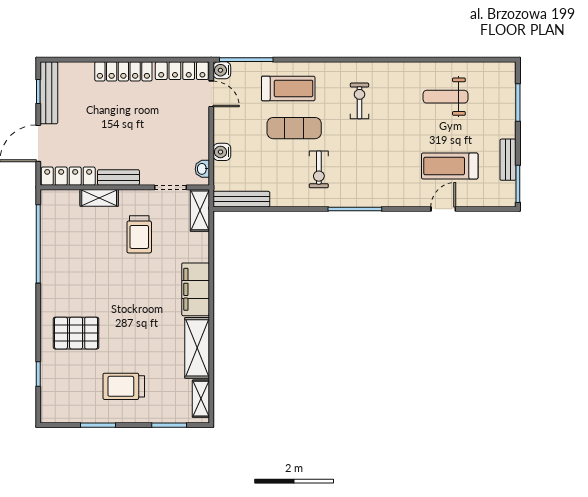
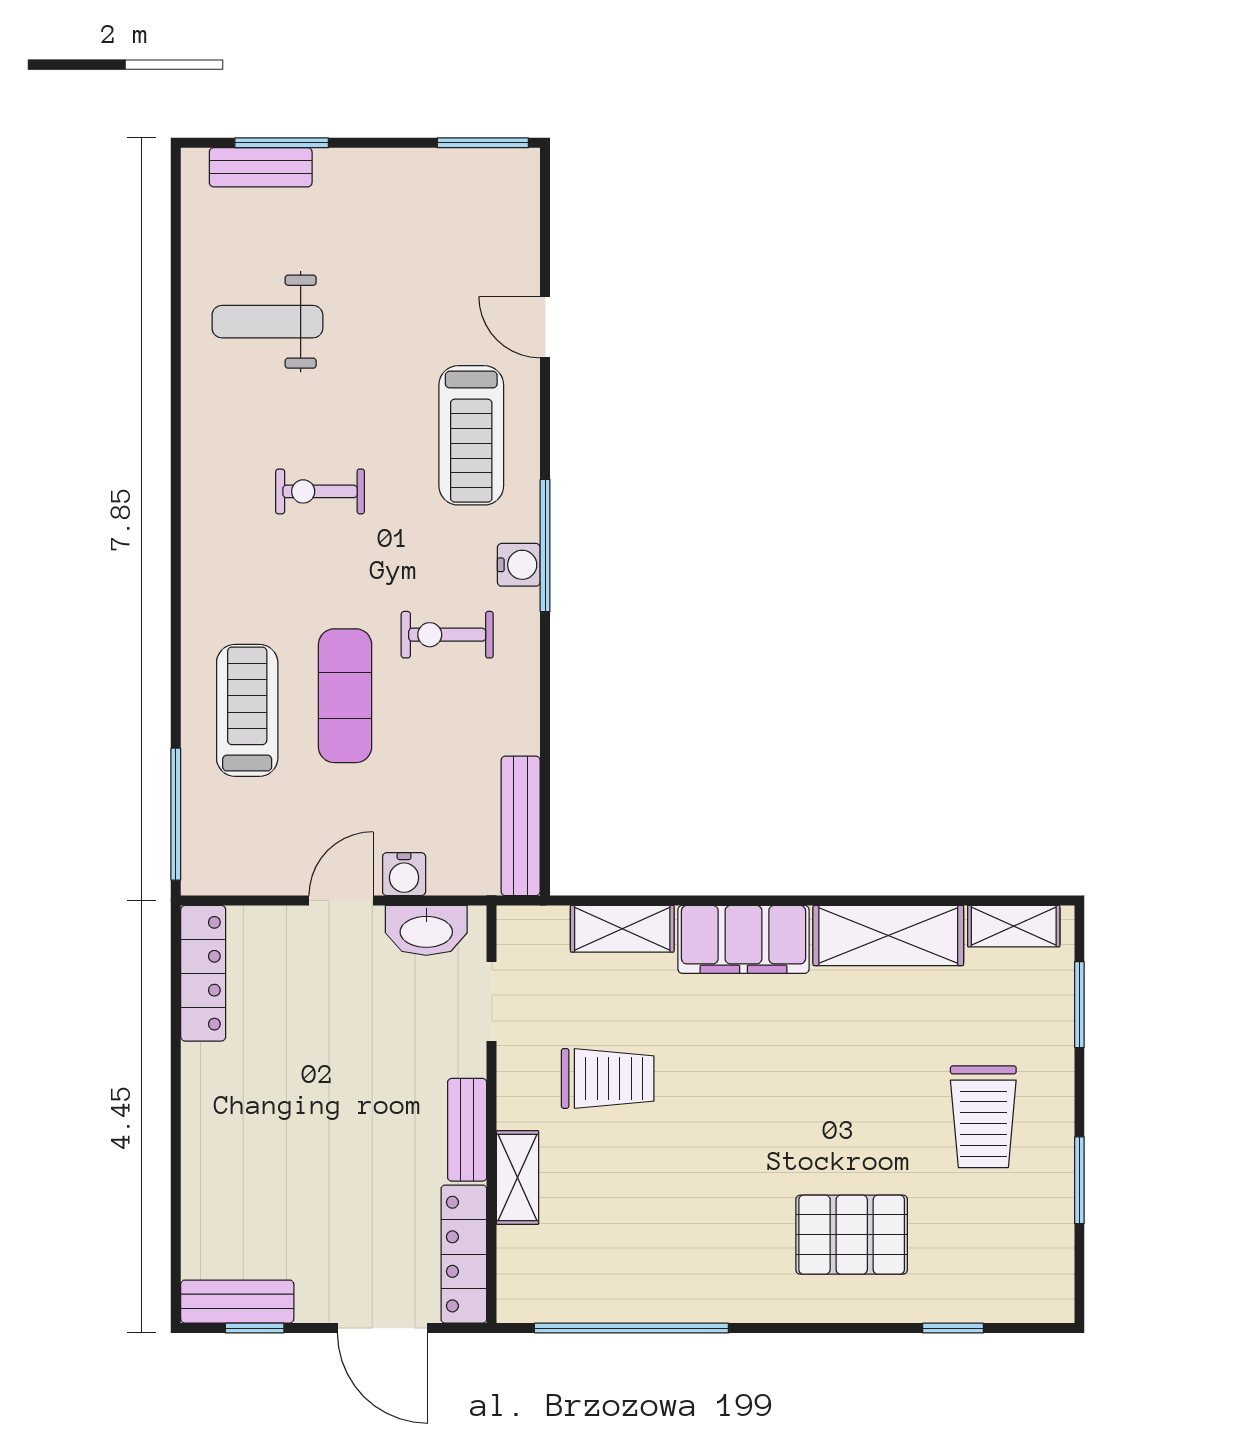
water cooler: (222, 70) -> (519, 565), moved, turned -90
locker: (123, 71) -> (205, 1118), removed
bench: (49, 93) -> (237, 1302), width x0.73
door: (211, 94) -> (341, 901), moved
weight bench: (445, 97) -> (267, 322), turned 90
exercise bike: (359, 101) -> (320, 491), moved
bench: (508, 160) -> (261, 167), moved
treadmill: (450, 166) -> (471, 435), moved
washbasin: (202, 169) -> (426, 930), width x1.91, depth x1.45
exercise bike: (319, 169) -> (447, 635), turned 180
shelving: (200, 210) -> (622, 929), moved
pallet: (76, 333) -> (852, 1235), turned 90

